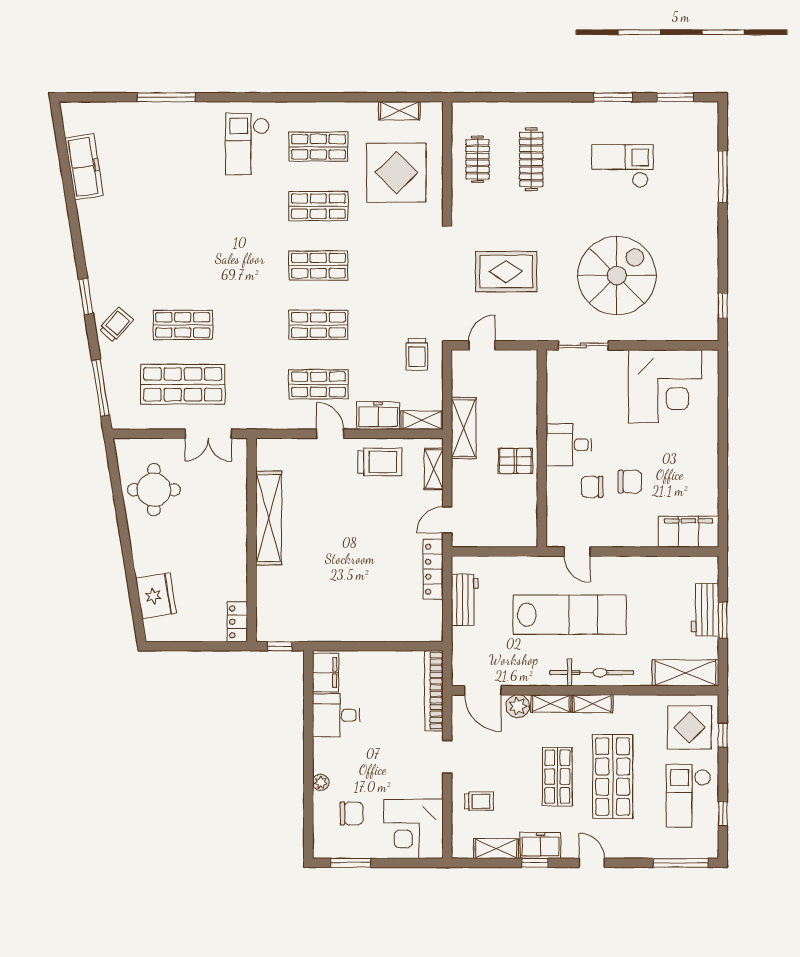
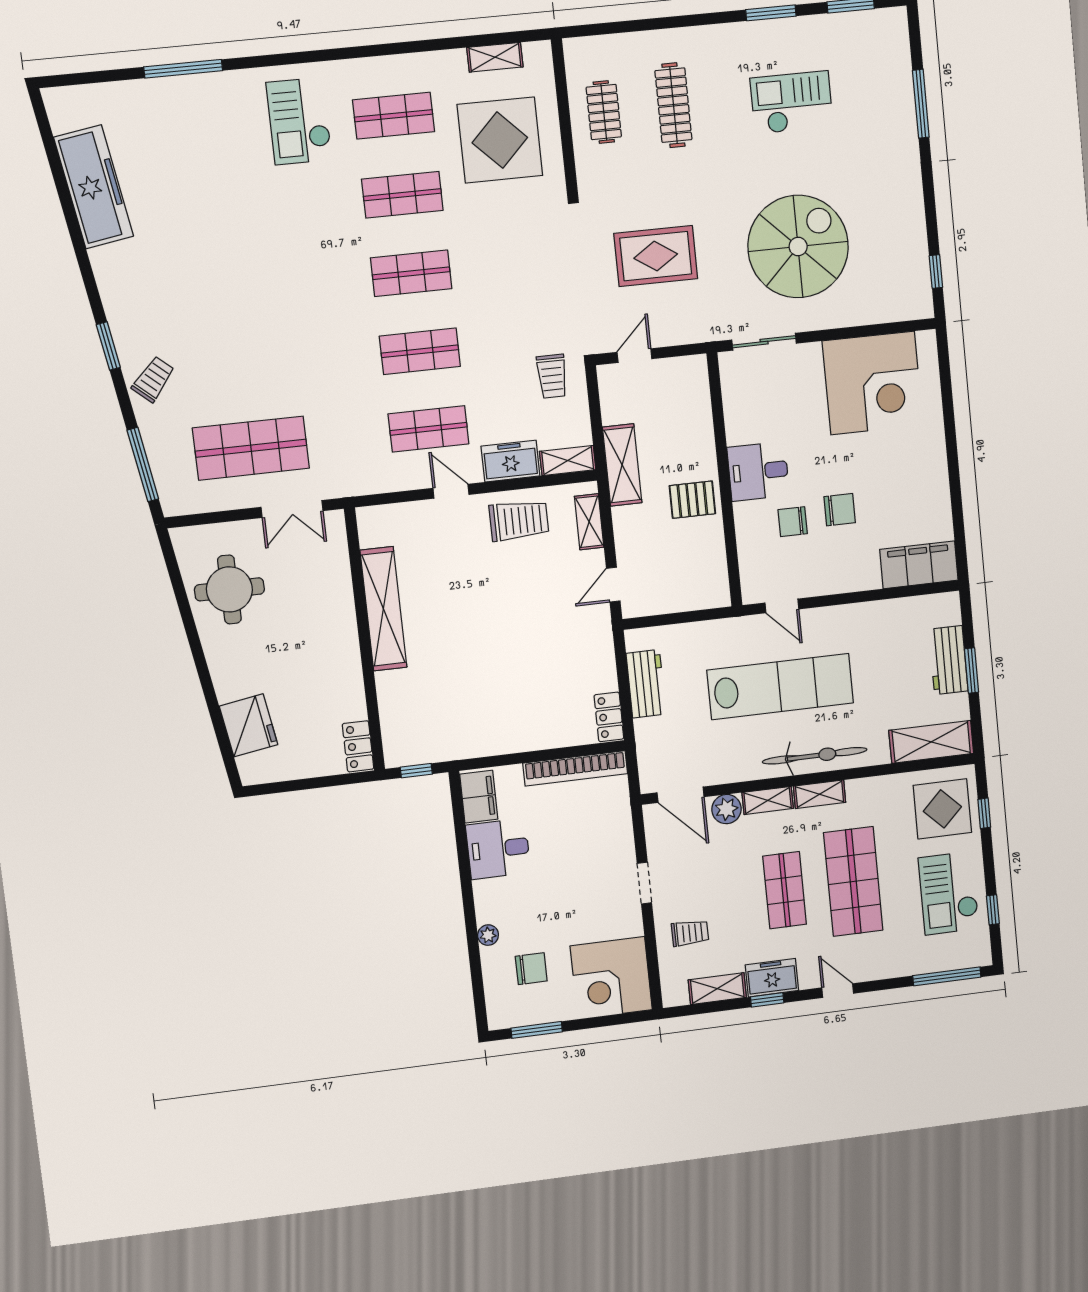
freezer: (84, 167) -> (94, 187), width x1.36, depth x1.26
shop shelf: (183, 325) -> (242, 370), removed
locker: (433, 569) -> (609, 717), moved, width x0.66
bookcase: (434, 691) -> (575, 768), moved, turned -90

